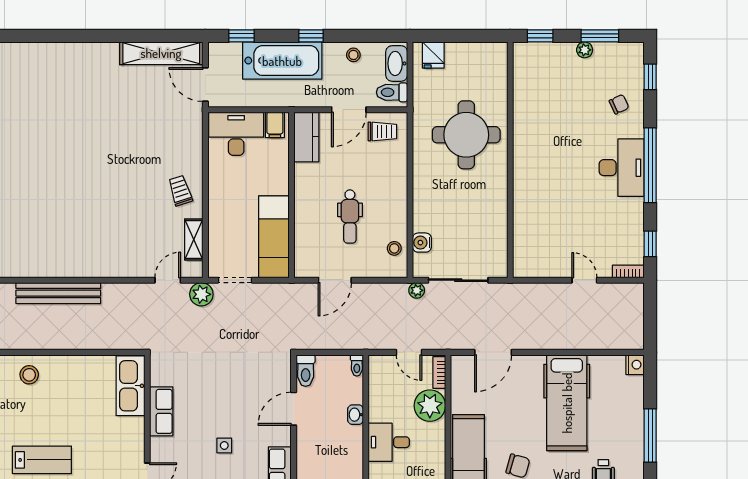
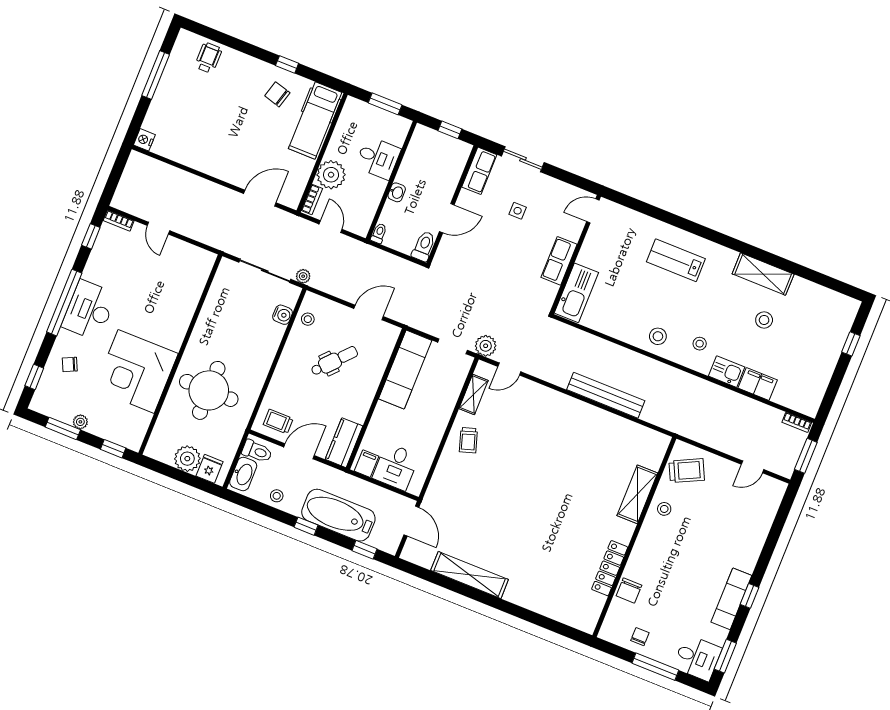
shelving: (161, 53) -> (470, 575), moved
plant: (460, 56) -> (187, 459), added
corner desk: (548, 124) -> (136, 371), added
desk: (236, 134) -> (396, 467), width x0.73
dental chair: (350, 217) -> (334, 361), turned 42
hospital bed: (567, 403) -> (215, 131), removed

